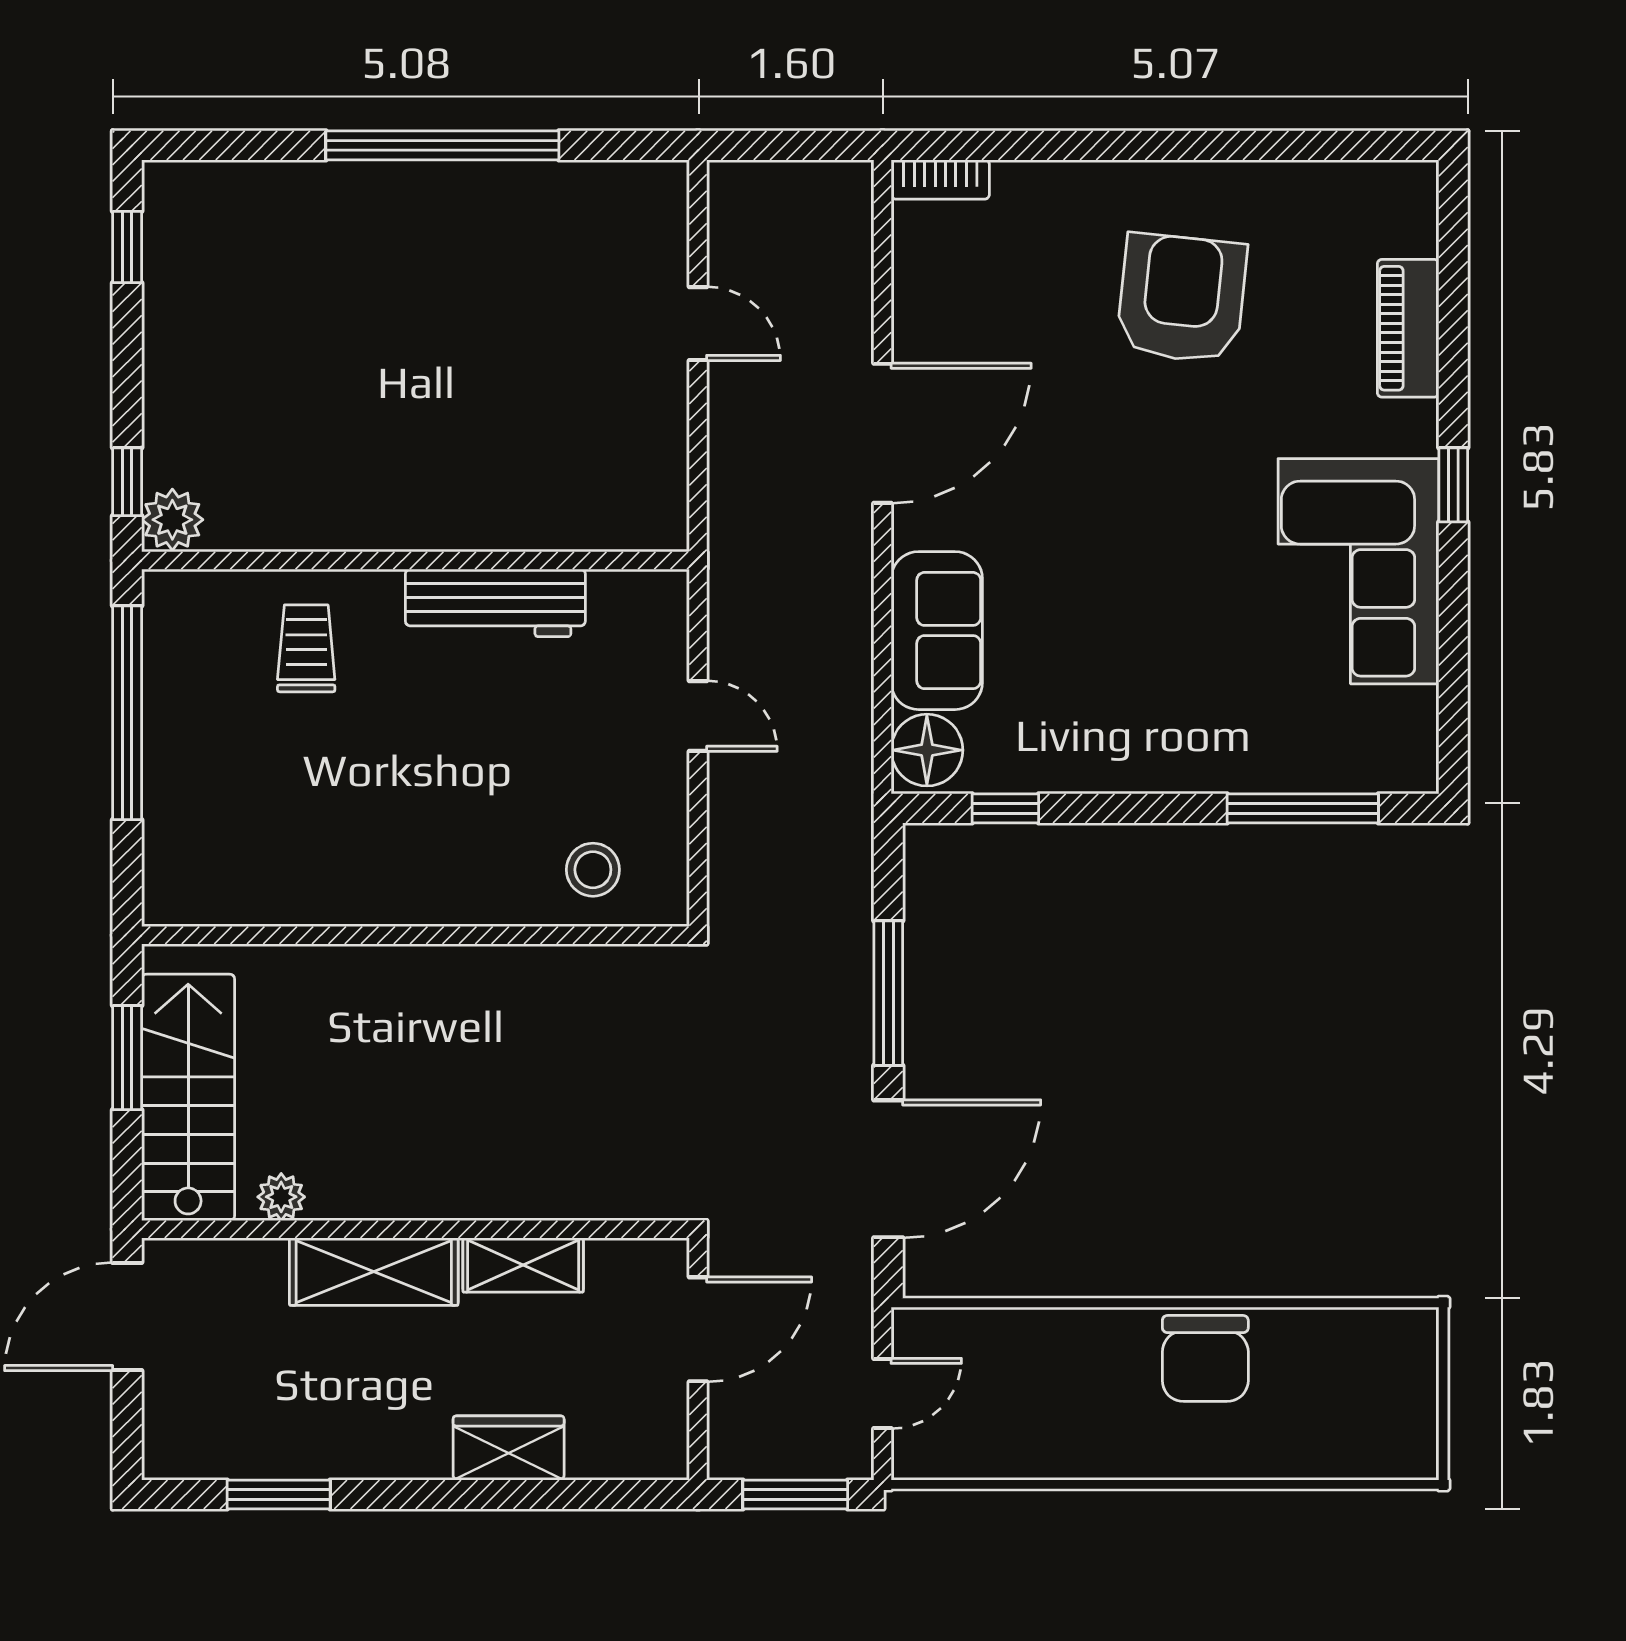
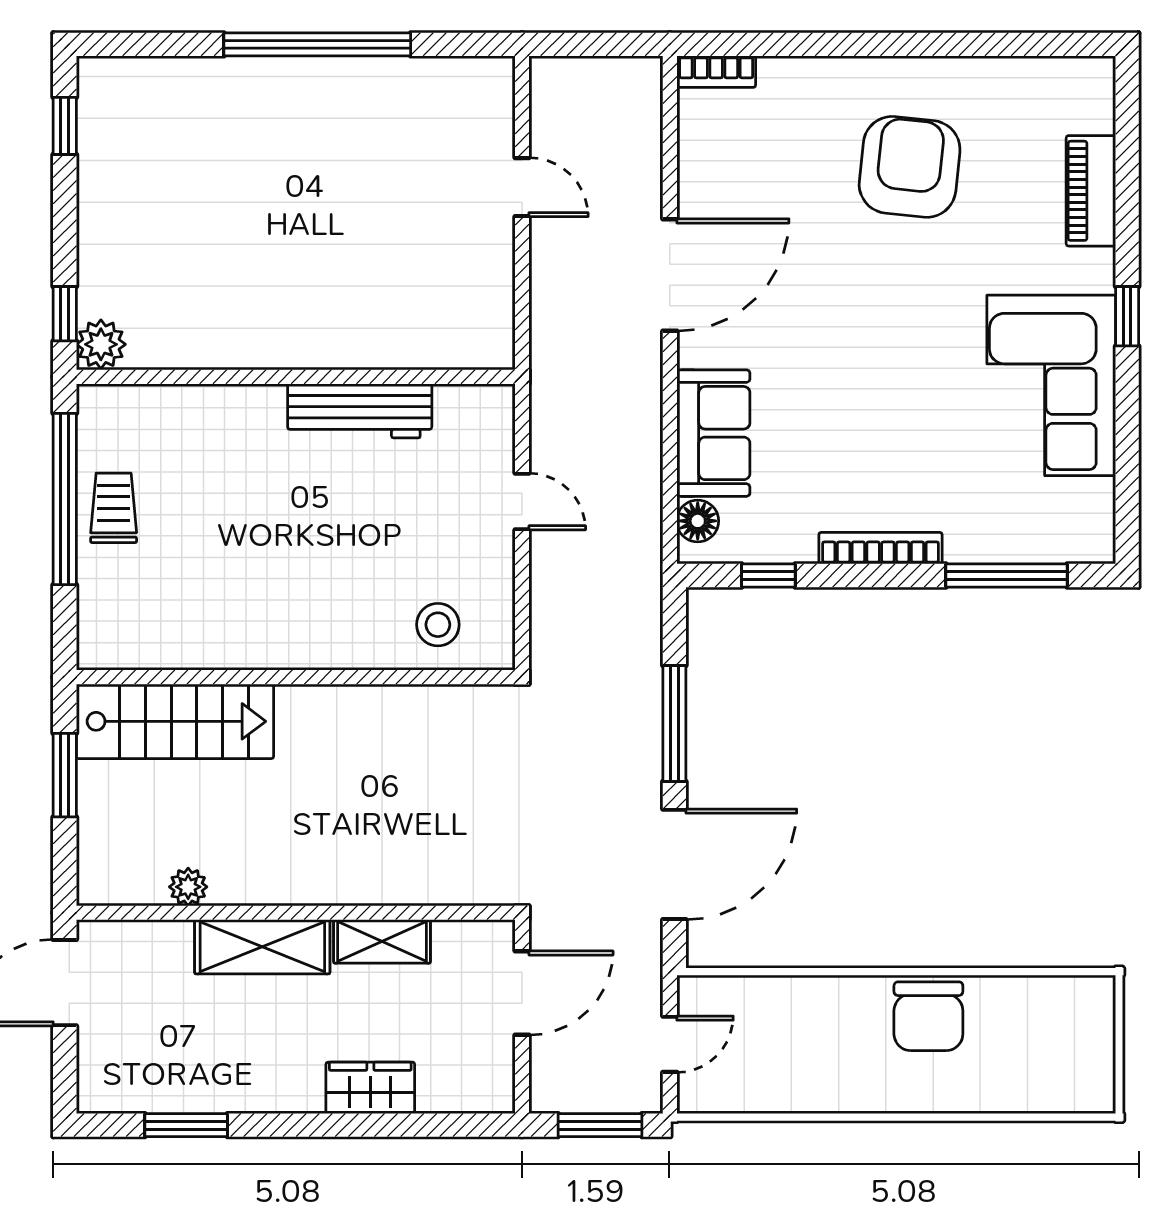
trolley: (306, 648) -> (114, 508), moved
floor lamp: (927, 750) -> (698, 521), width x0.73, depth x0.73
bookcase: (1145, 774) -> (881, 548), added
stairs: (188, 1097) -> (175, 721), moved, turned 90

